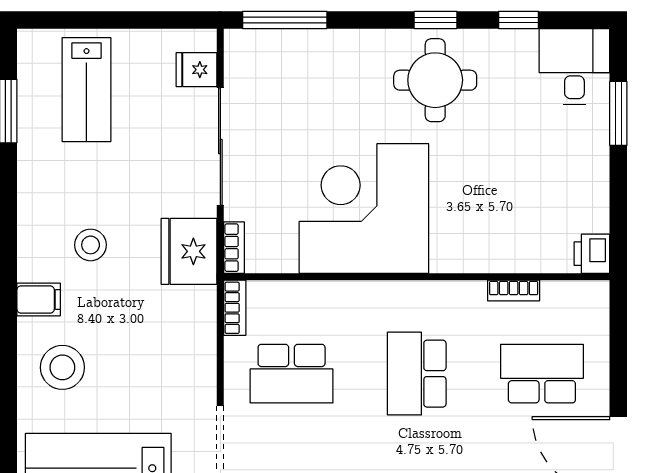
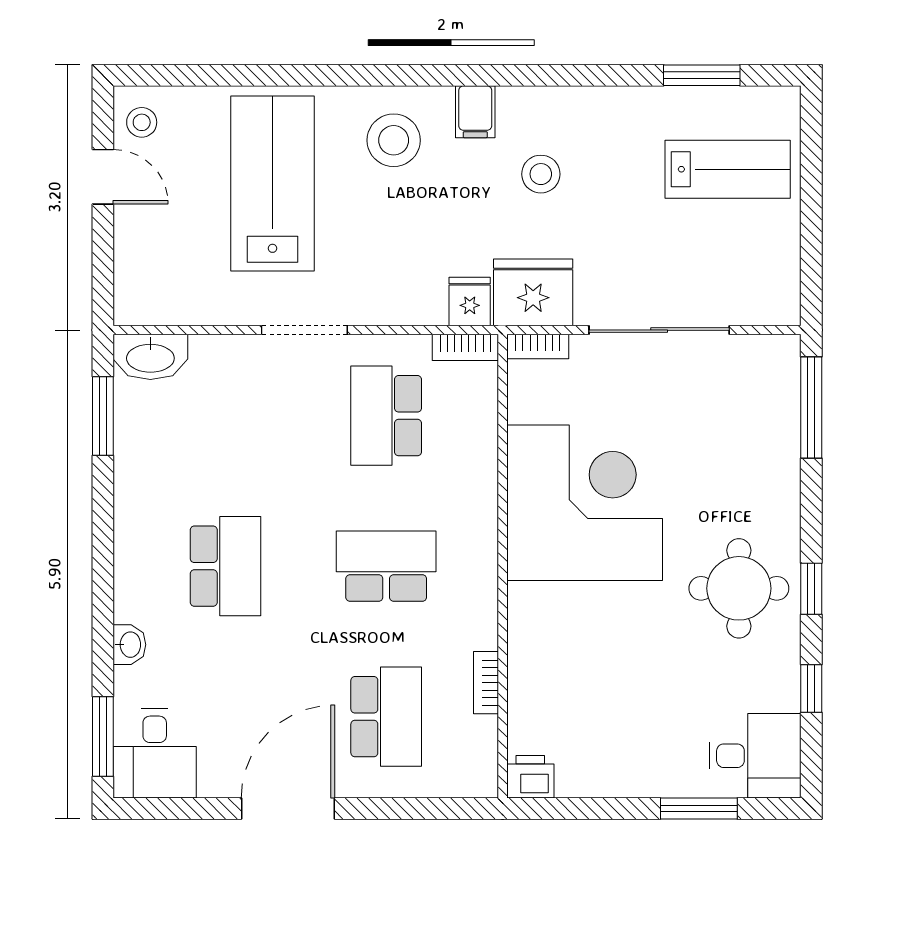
fridge: (197, 70) -> (470, 301), moved
lab bench: (86, 90) -> (728, 169), turned 180

